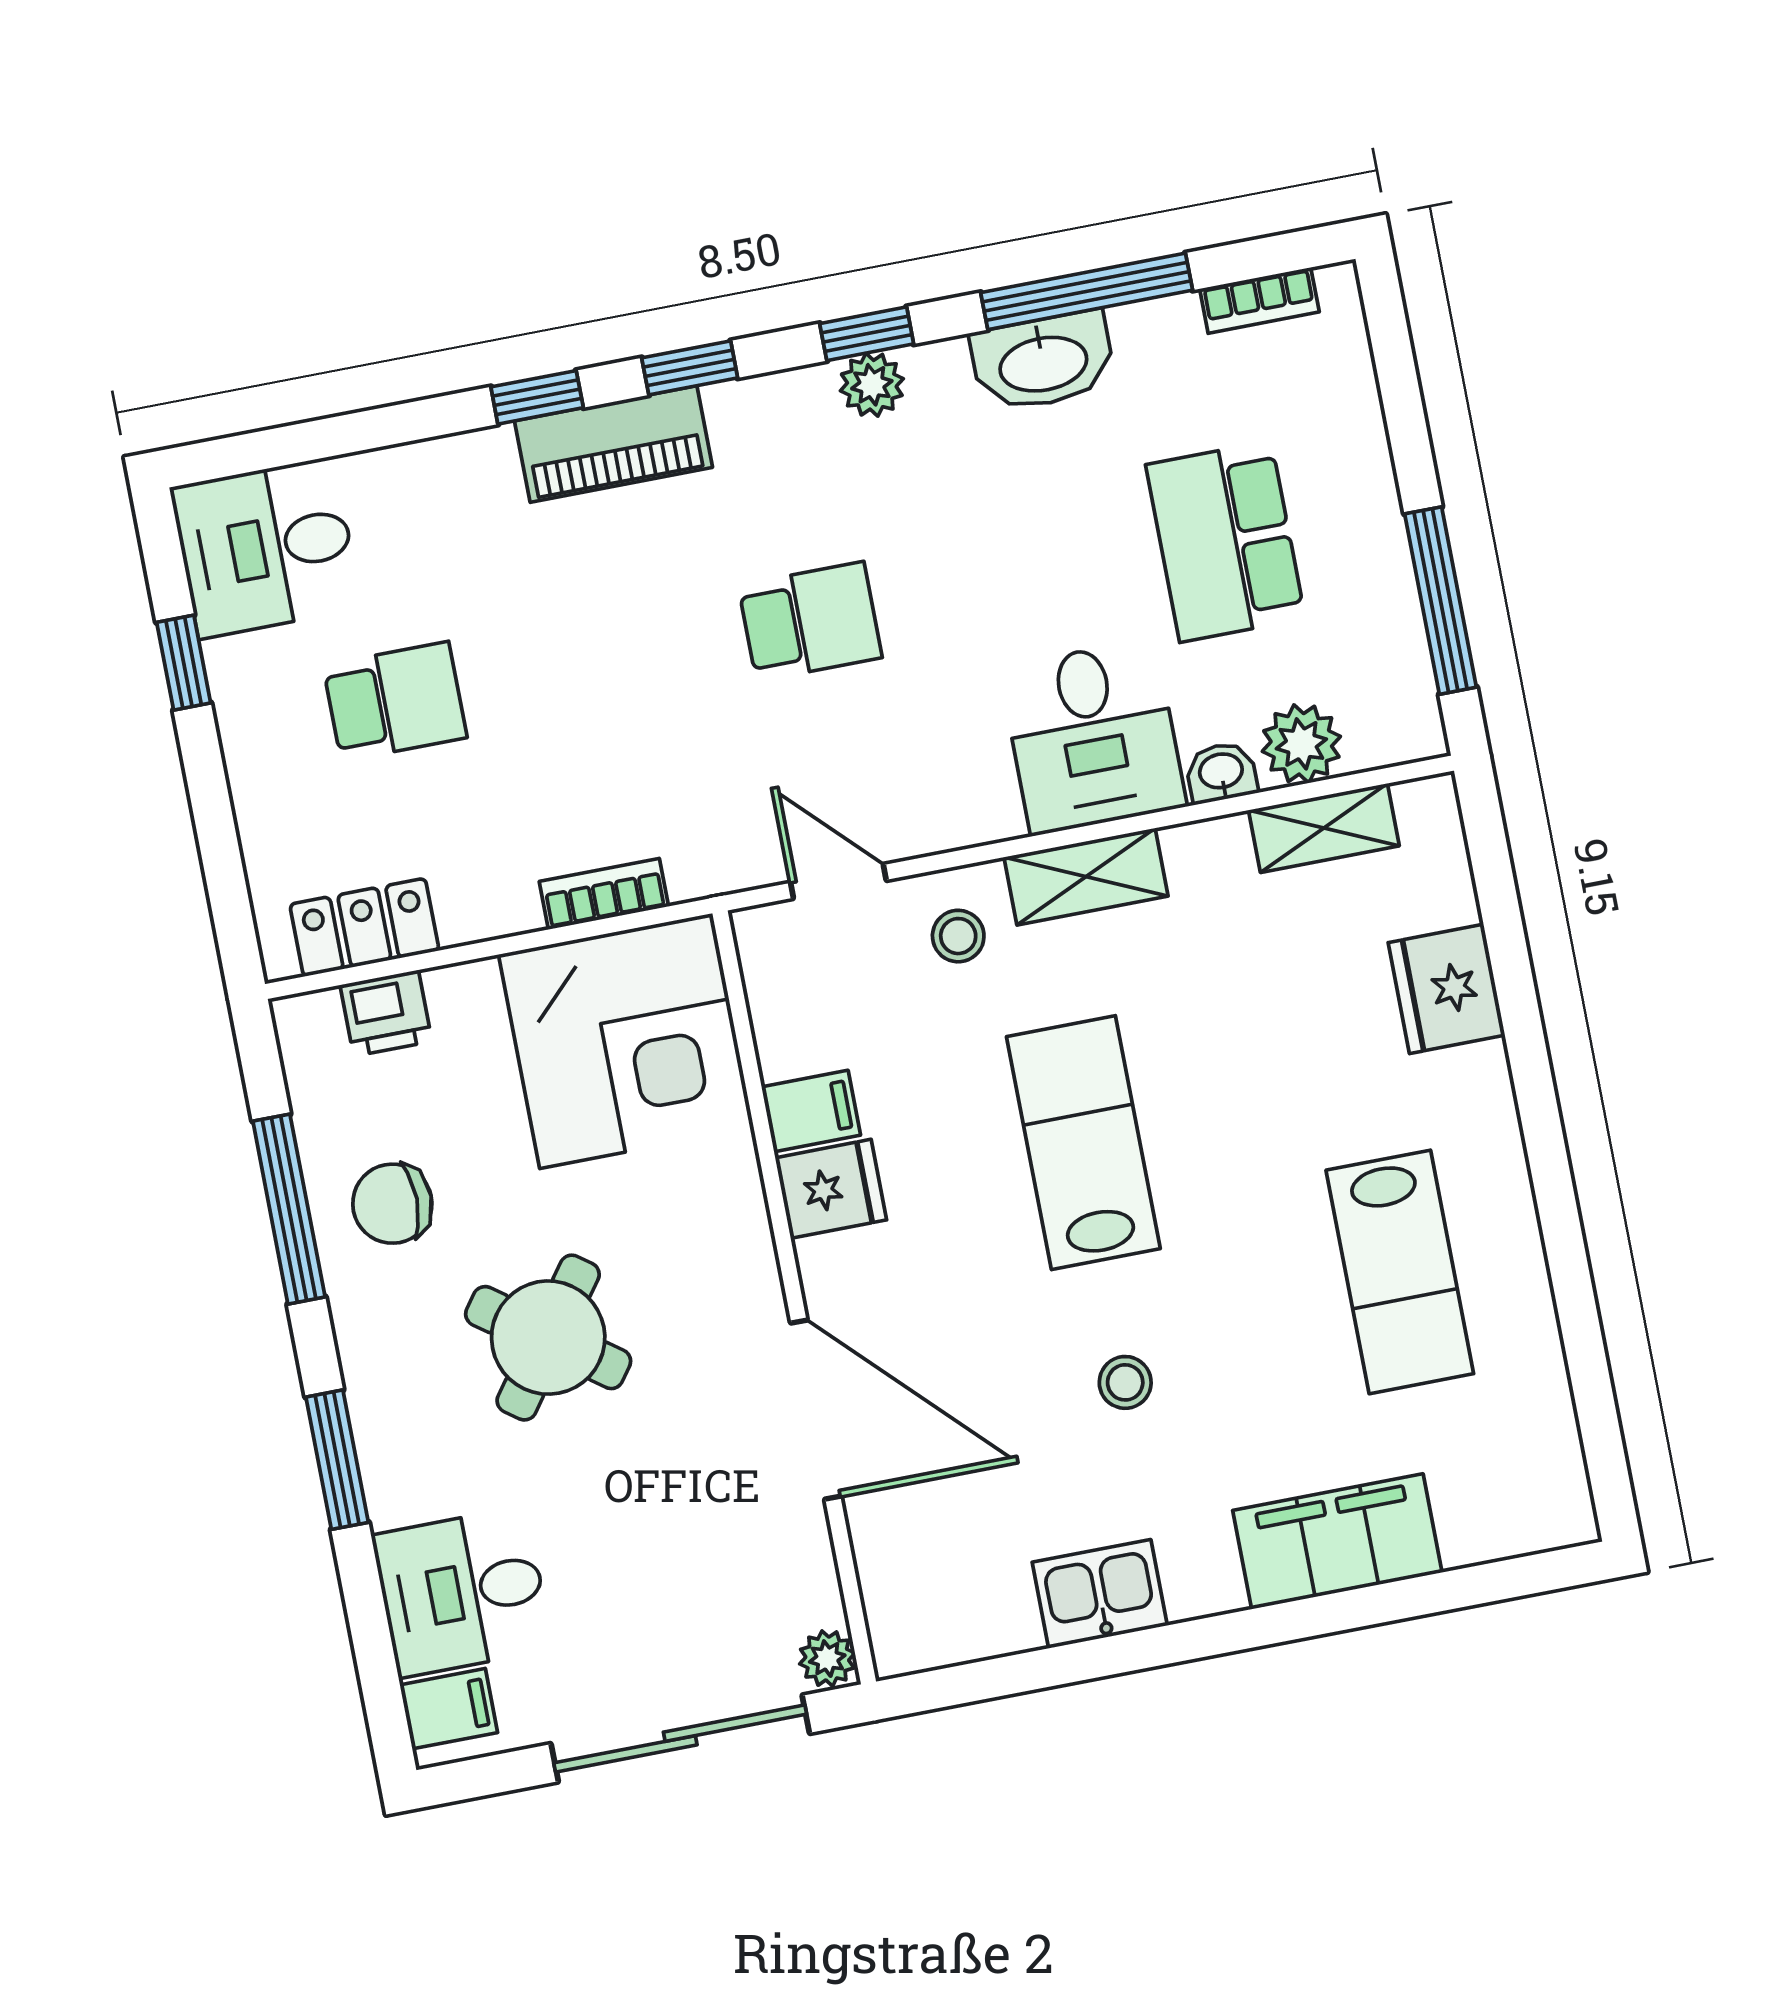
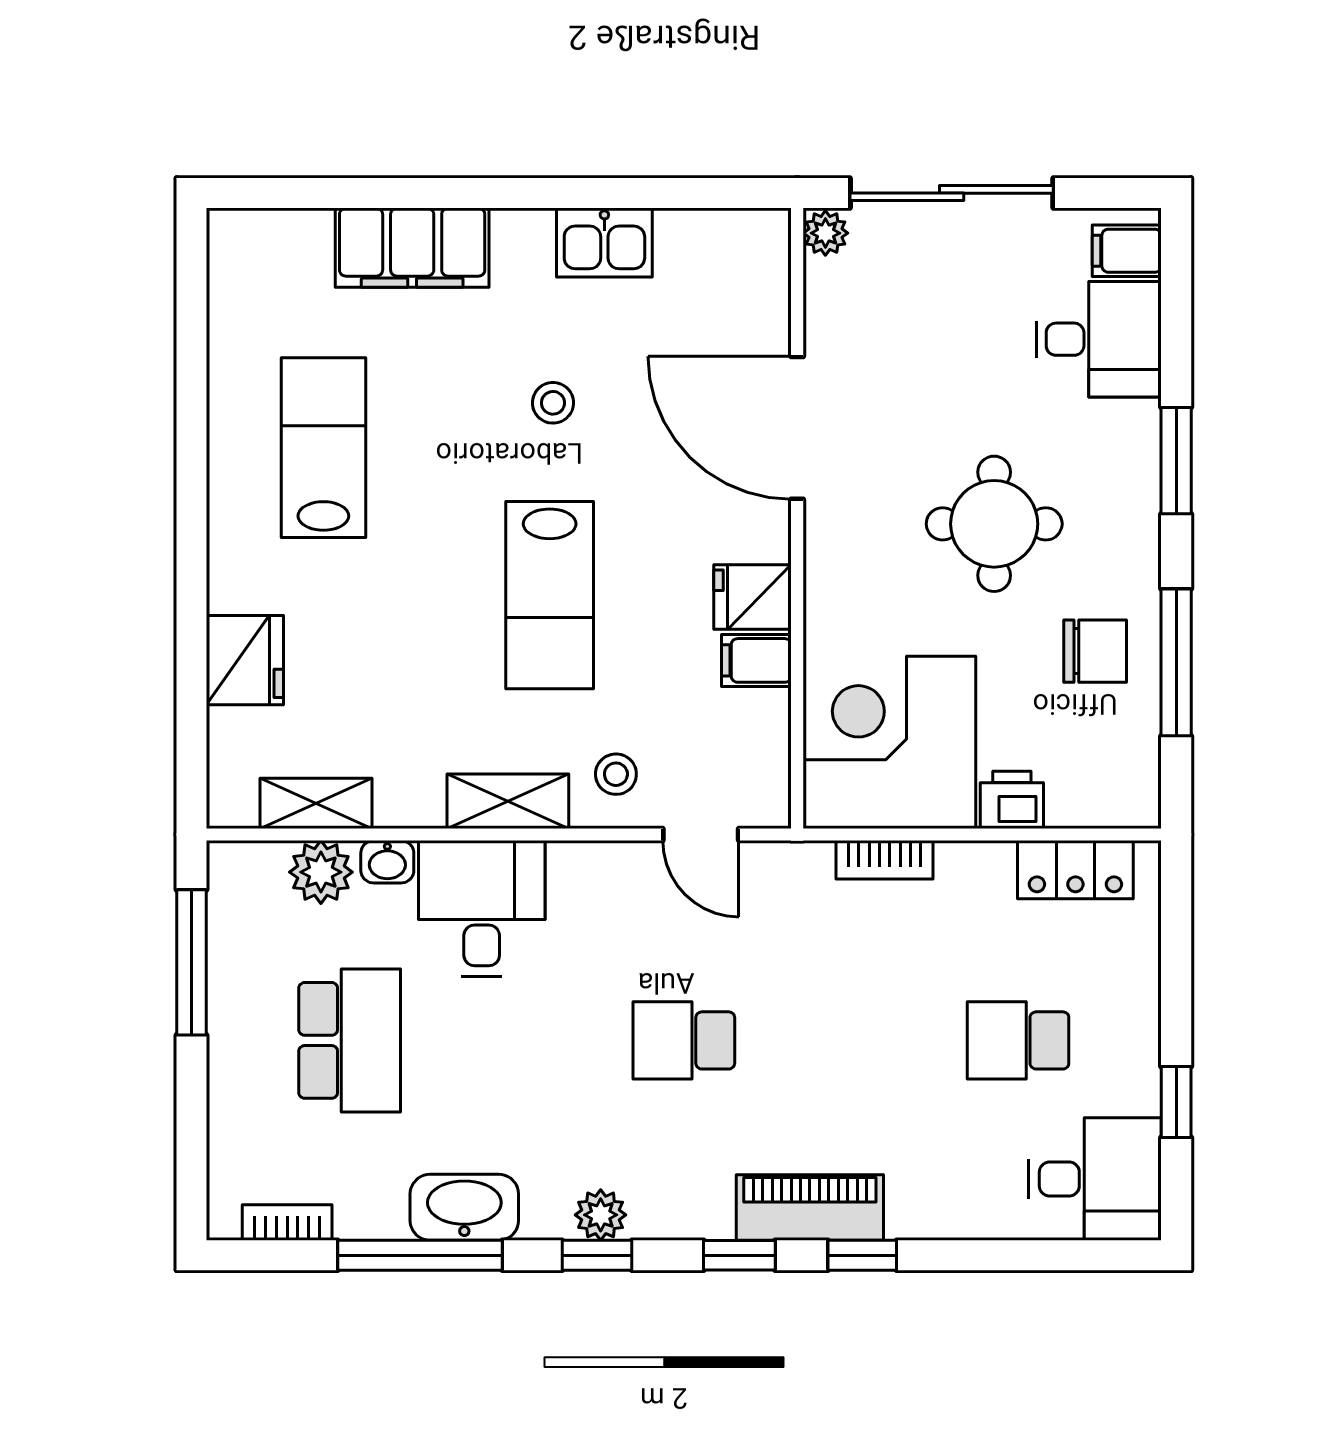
printer: (386, 1013) -> (1012, 800), moved
round table: (548, 1338) -> (994, 524), turned -36

